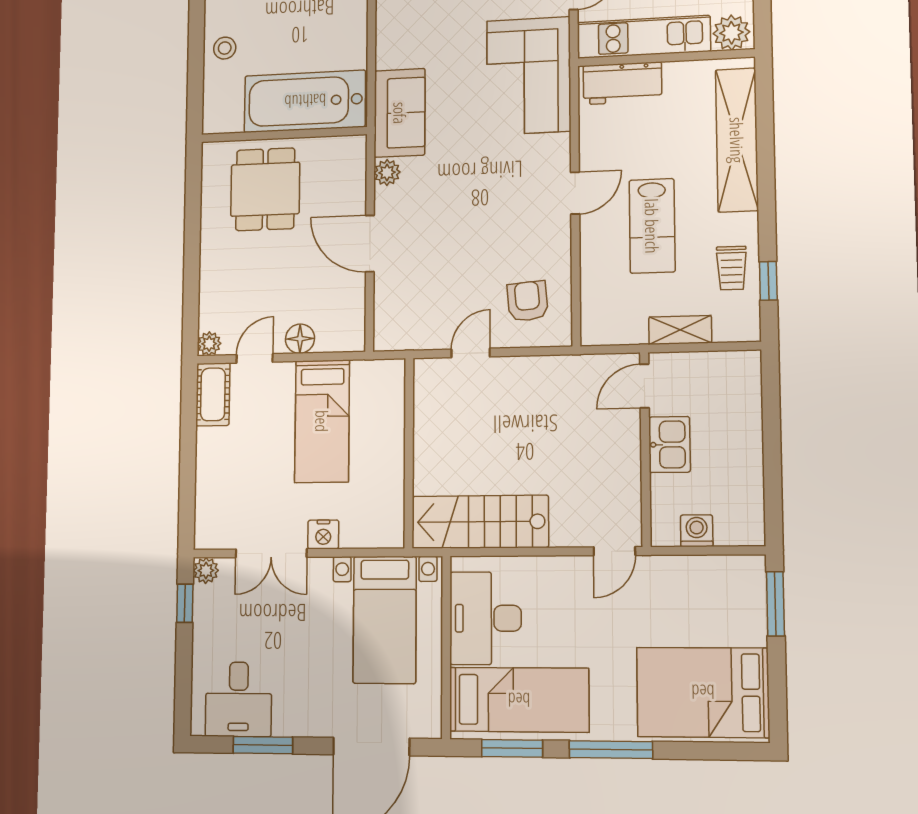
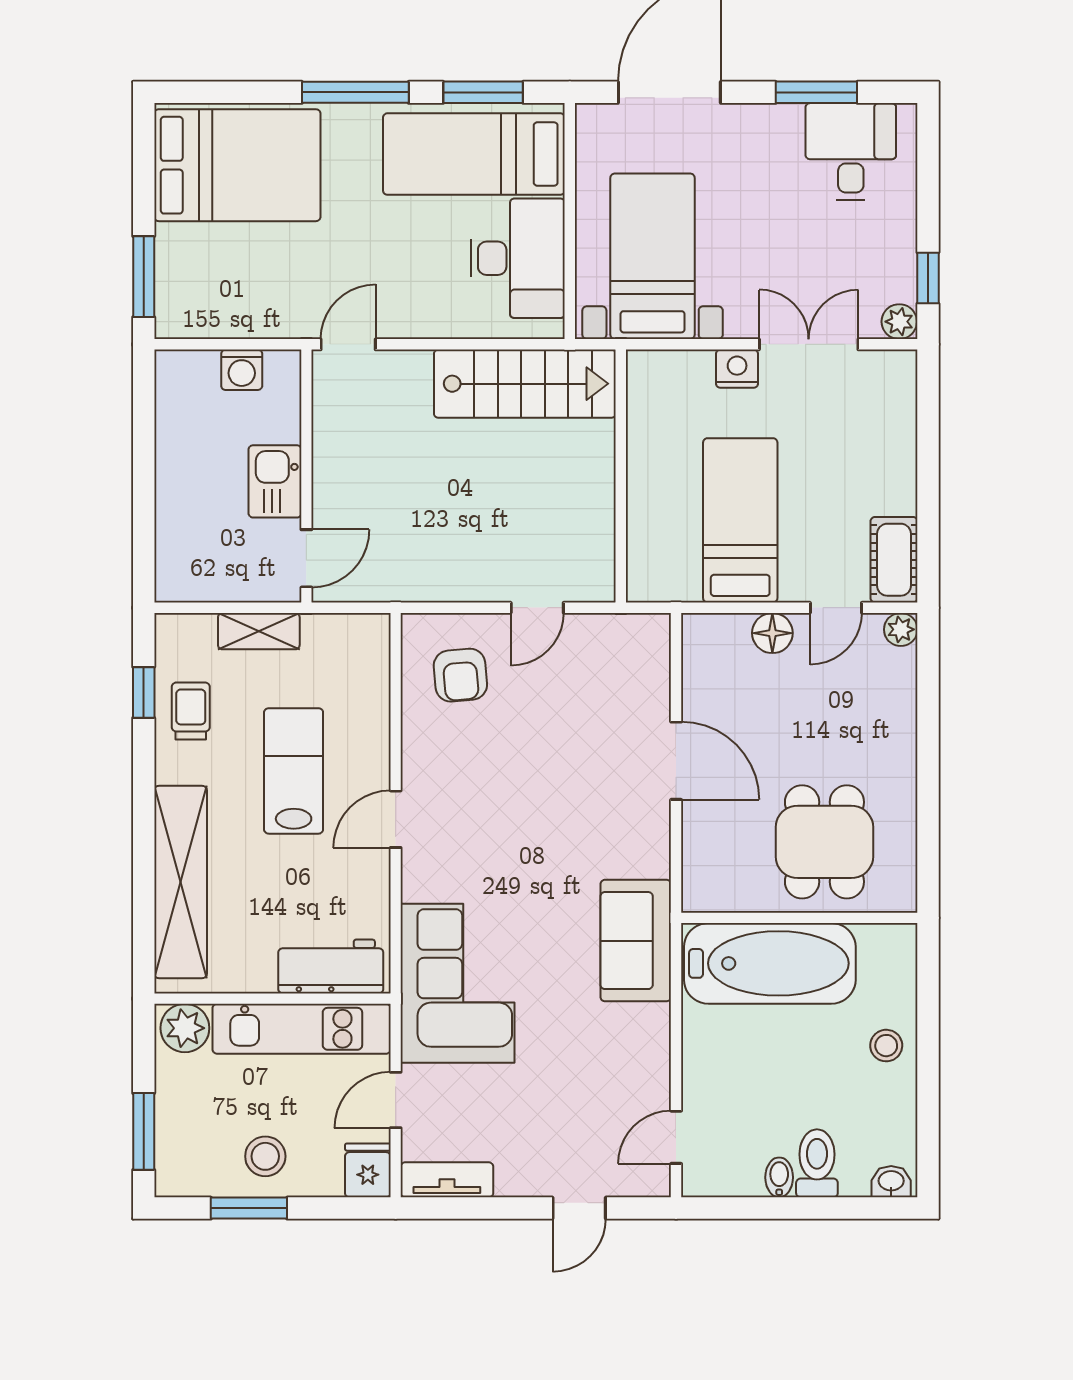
plant: (387, 172) -> (653, 858), removed

